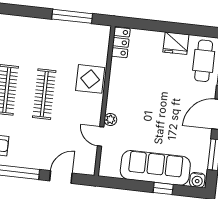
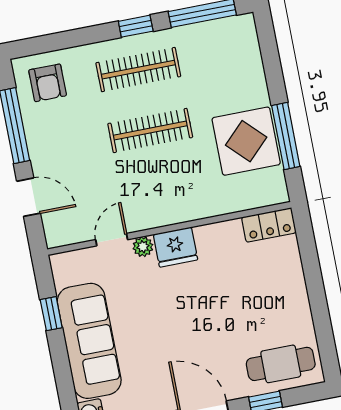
fridge: (176, 43) -> (175, 247), moved, turned -90
display table: (90, 79) -> (246, 141), moved, width x1.36, depth x1.36
window: (163, 188) -> (51, 314), moved

